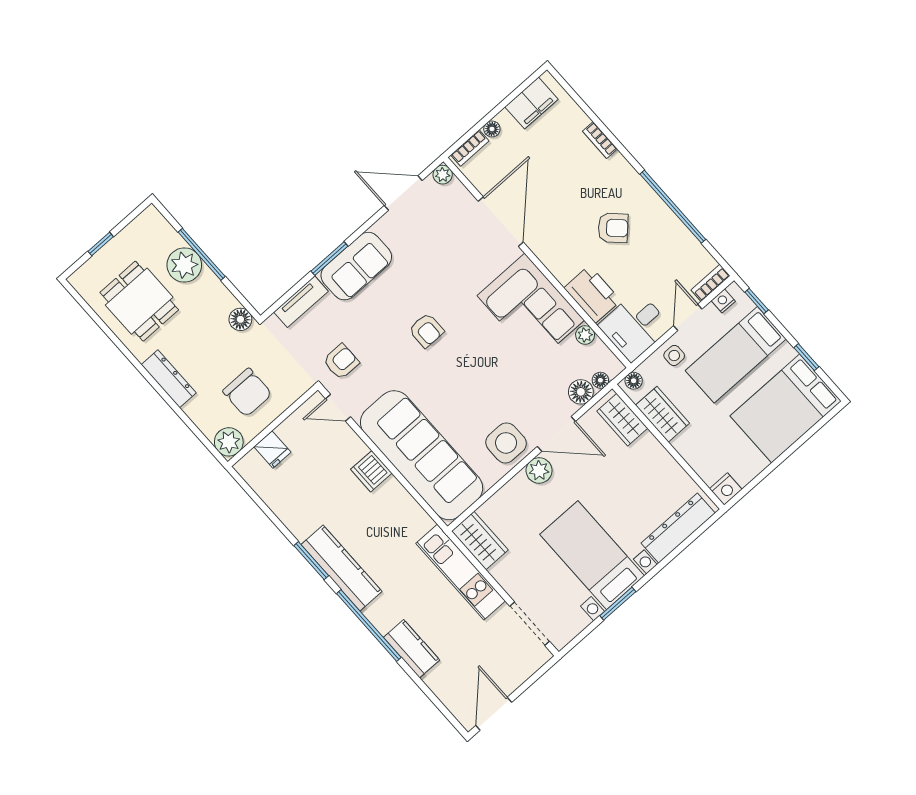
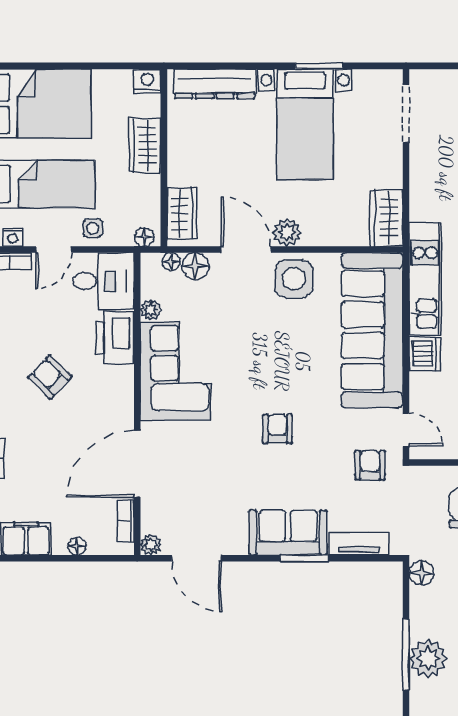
bookcase: (470, 148) -> (126, 521), moved, turned -90
armchair: (341, 362) -> (370, 465), turned 90
wardrobe: (662, 414) -> (145, 145), moved
kitchen unit: (461, 572) -> (425, 279), moved

